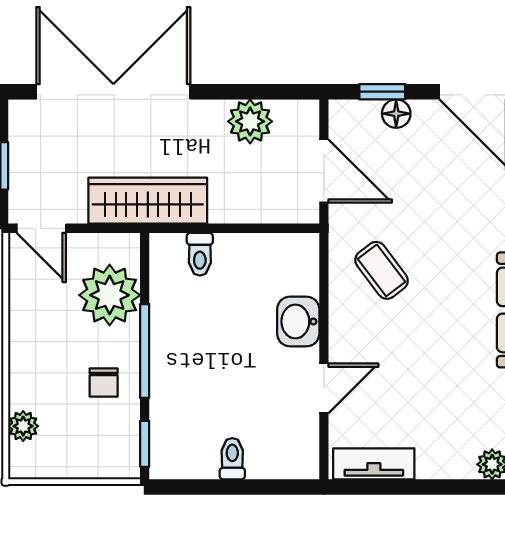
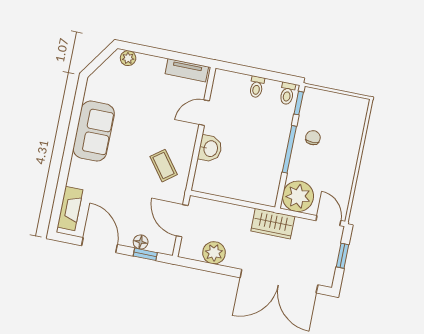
wardrobe: (148, 201) -> (273, 224), width x0.67
toilet: (200, 254) -> (287, 94), moved, turned 180
plant: (110, 295) -> (298, 196), moved
plant: (23, 426) -> (357, 124), removed

